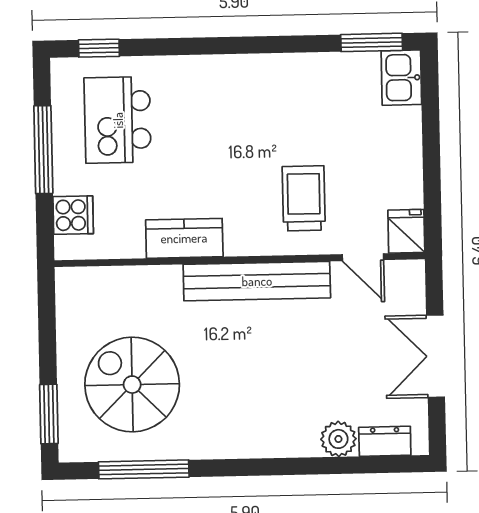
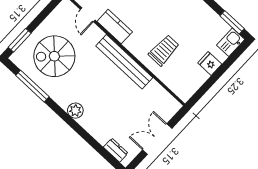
fridge: (406, 231) -> (210, 64), moved, turned -90
door: (363, 257) -> (88, 15), moved
spiral stairs: (132, 385) -> (54, 56), turned -90
plant: (338, 439) -> (75, 111), moved

